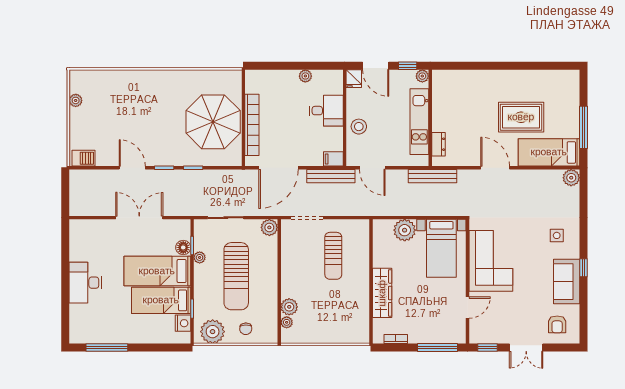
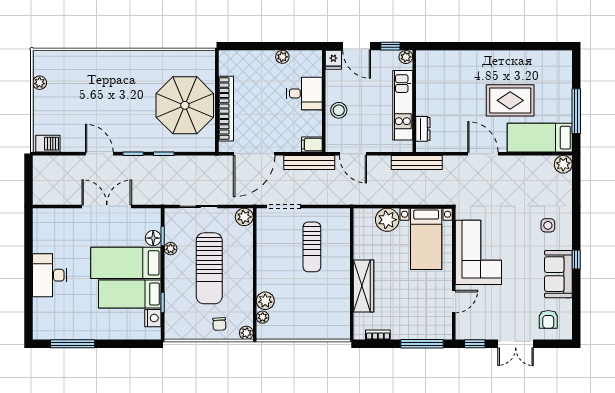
plant: (213, 332) -> (246, 333), moved, width x0.53, depth x0.53

